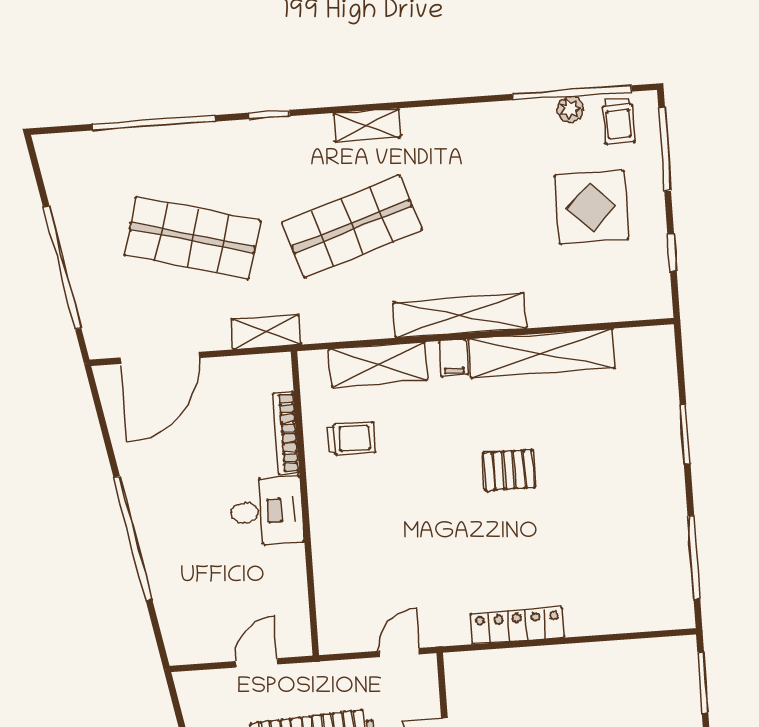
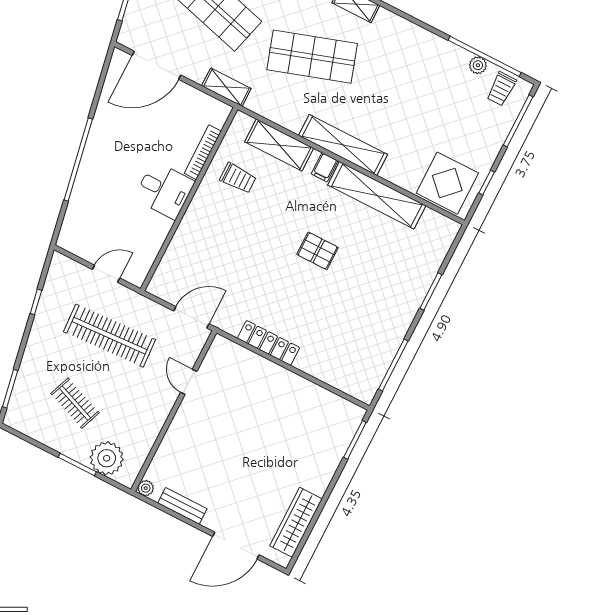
display table: (591, 207) -> (447, 183), moved
door: (399, 653) -> (191, 317), width x1.38

